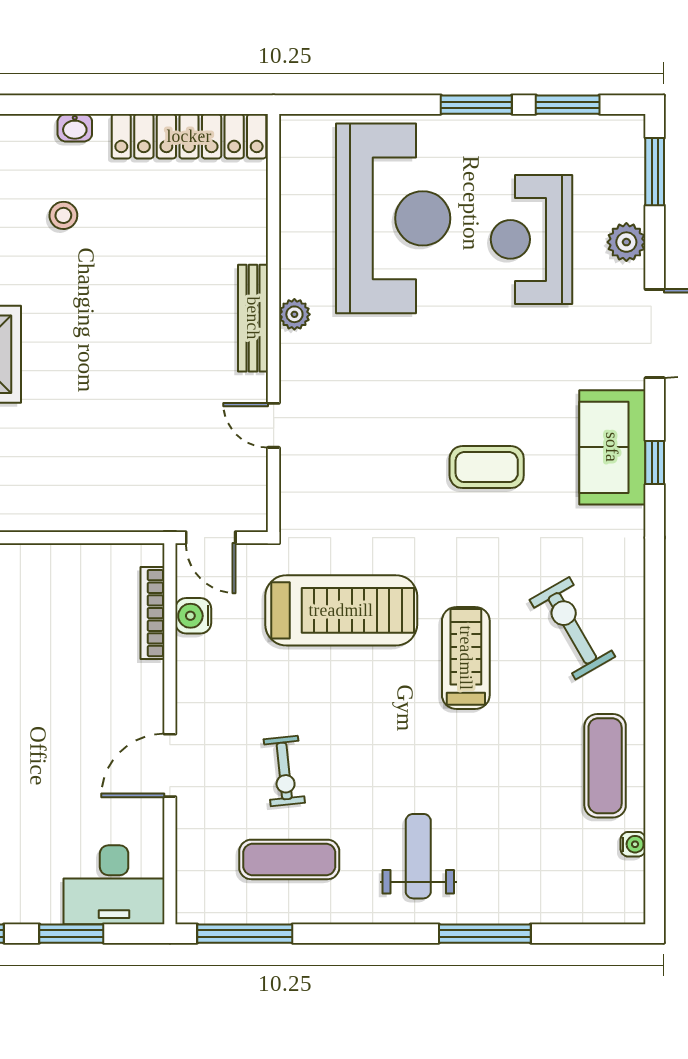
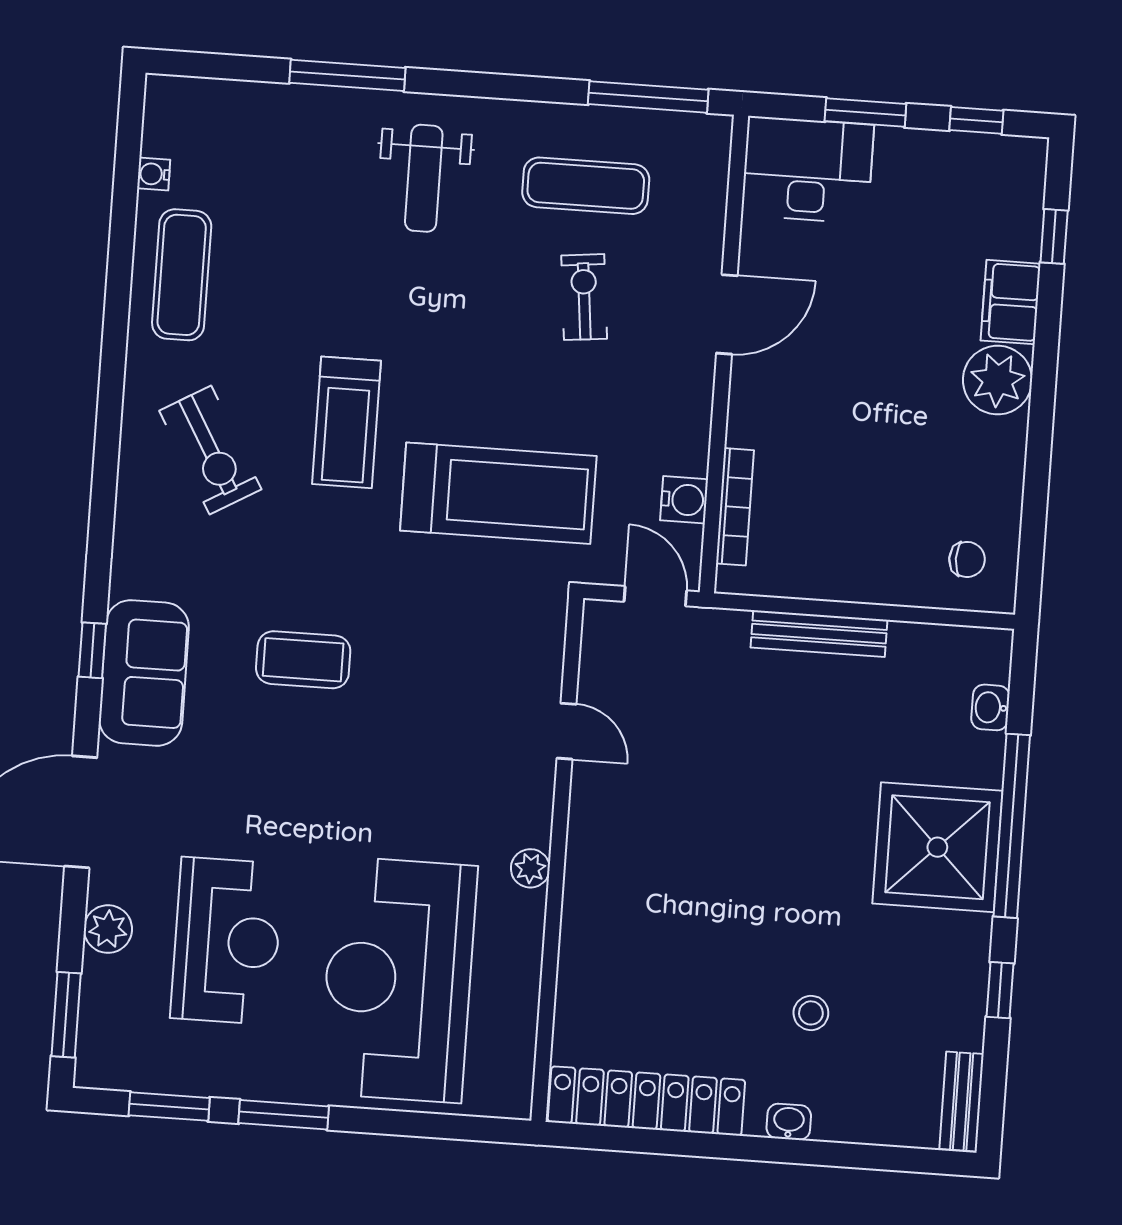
bench: (253, 318) -> (819, 634), moved, turned 90
treadmill: (341, 610) -> (498, 493), turned 180

